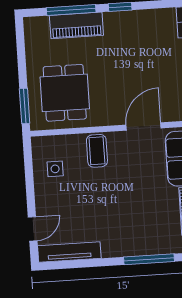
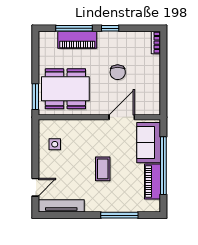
chair: (134, 66) -> (118, 72), added
dining table: (65, 93) -> (65, 89), width x1.38
coffee table: (97, 151) -> (103, 169), moved

